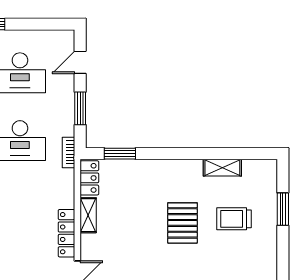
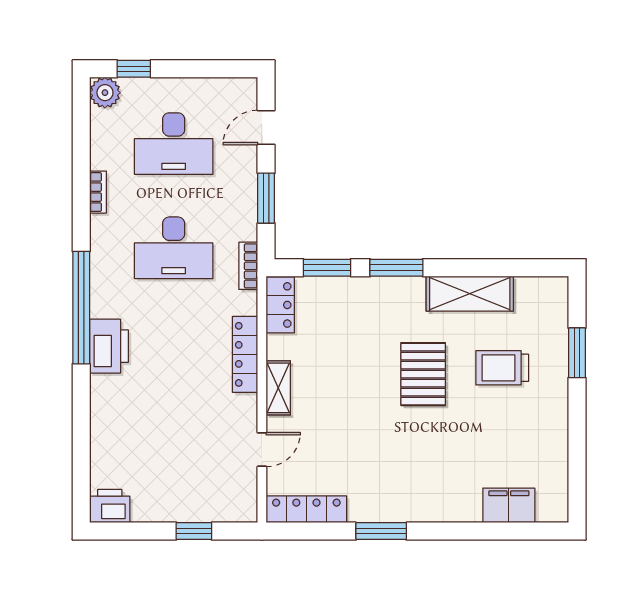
window: (165, 154) -> (396, 268), added
shelving: (222, 168) -> (470, 294), width x1.50, depth x1.33
shelving: (88, 215) -> (278, 388), moved
locker: (66, 233) -> (245, 354), moved

